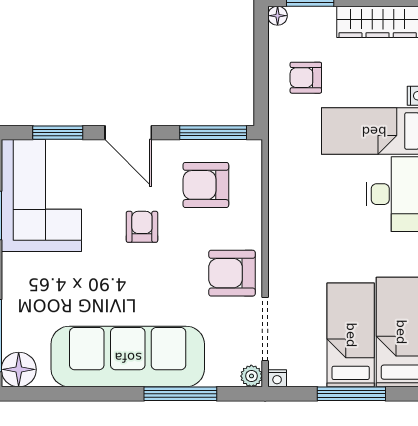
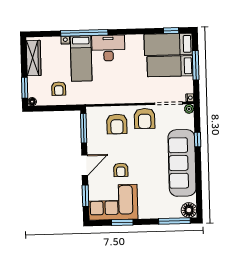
armchair: (206, 185) -> (117, 124), moved
armchair: (142, 227) -> (121, 170), moved, turned -90
window: (180, 394) -> (198, 140), width x0.46

